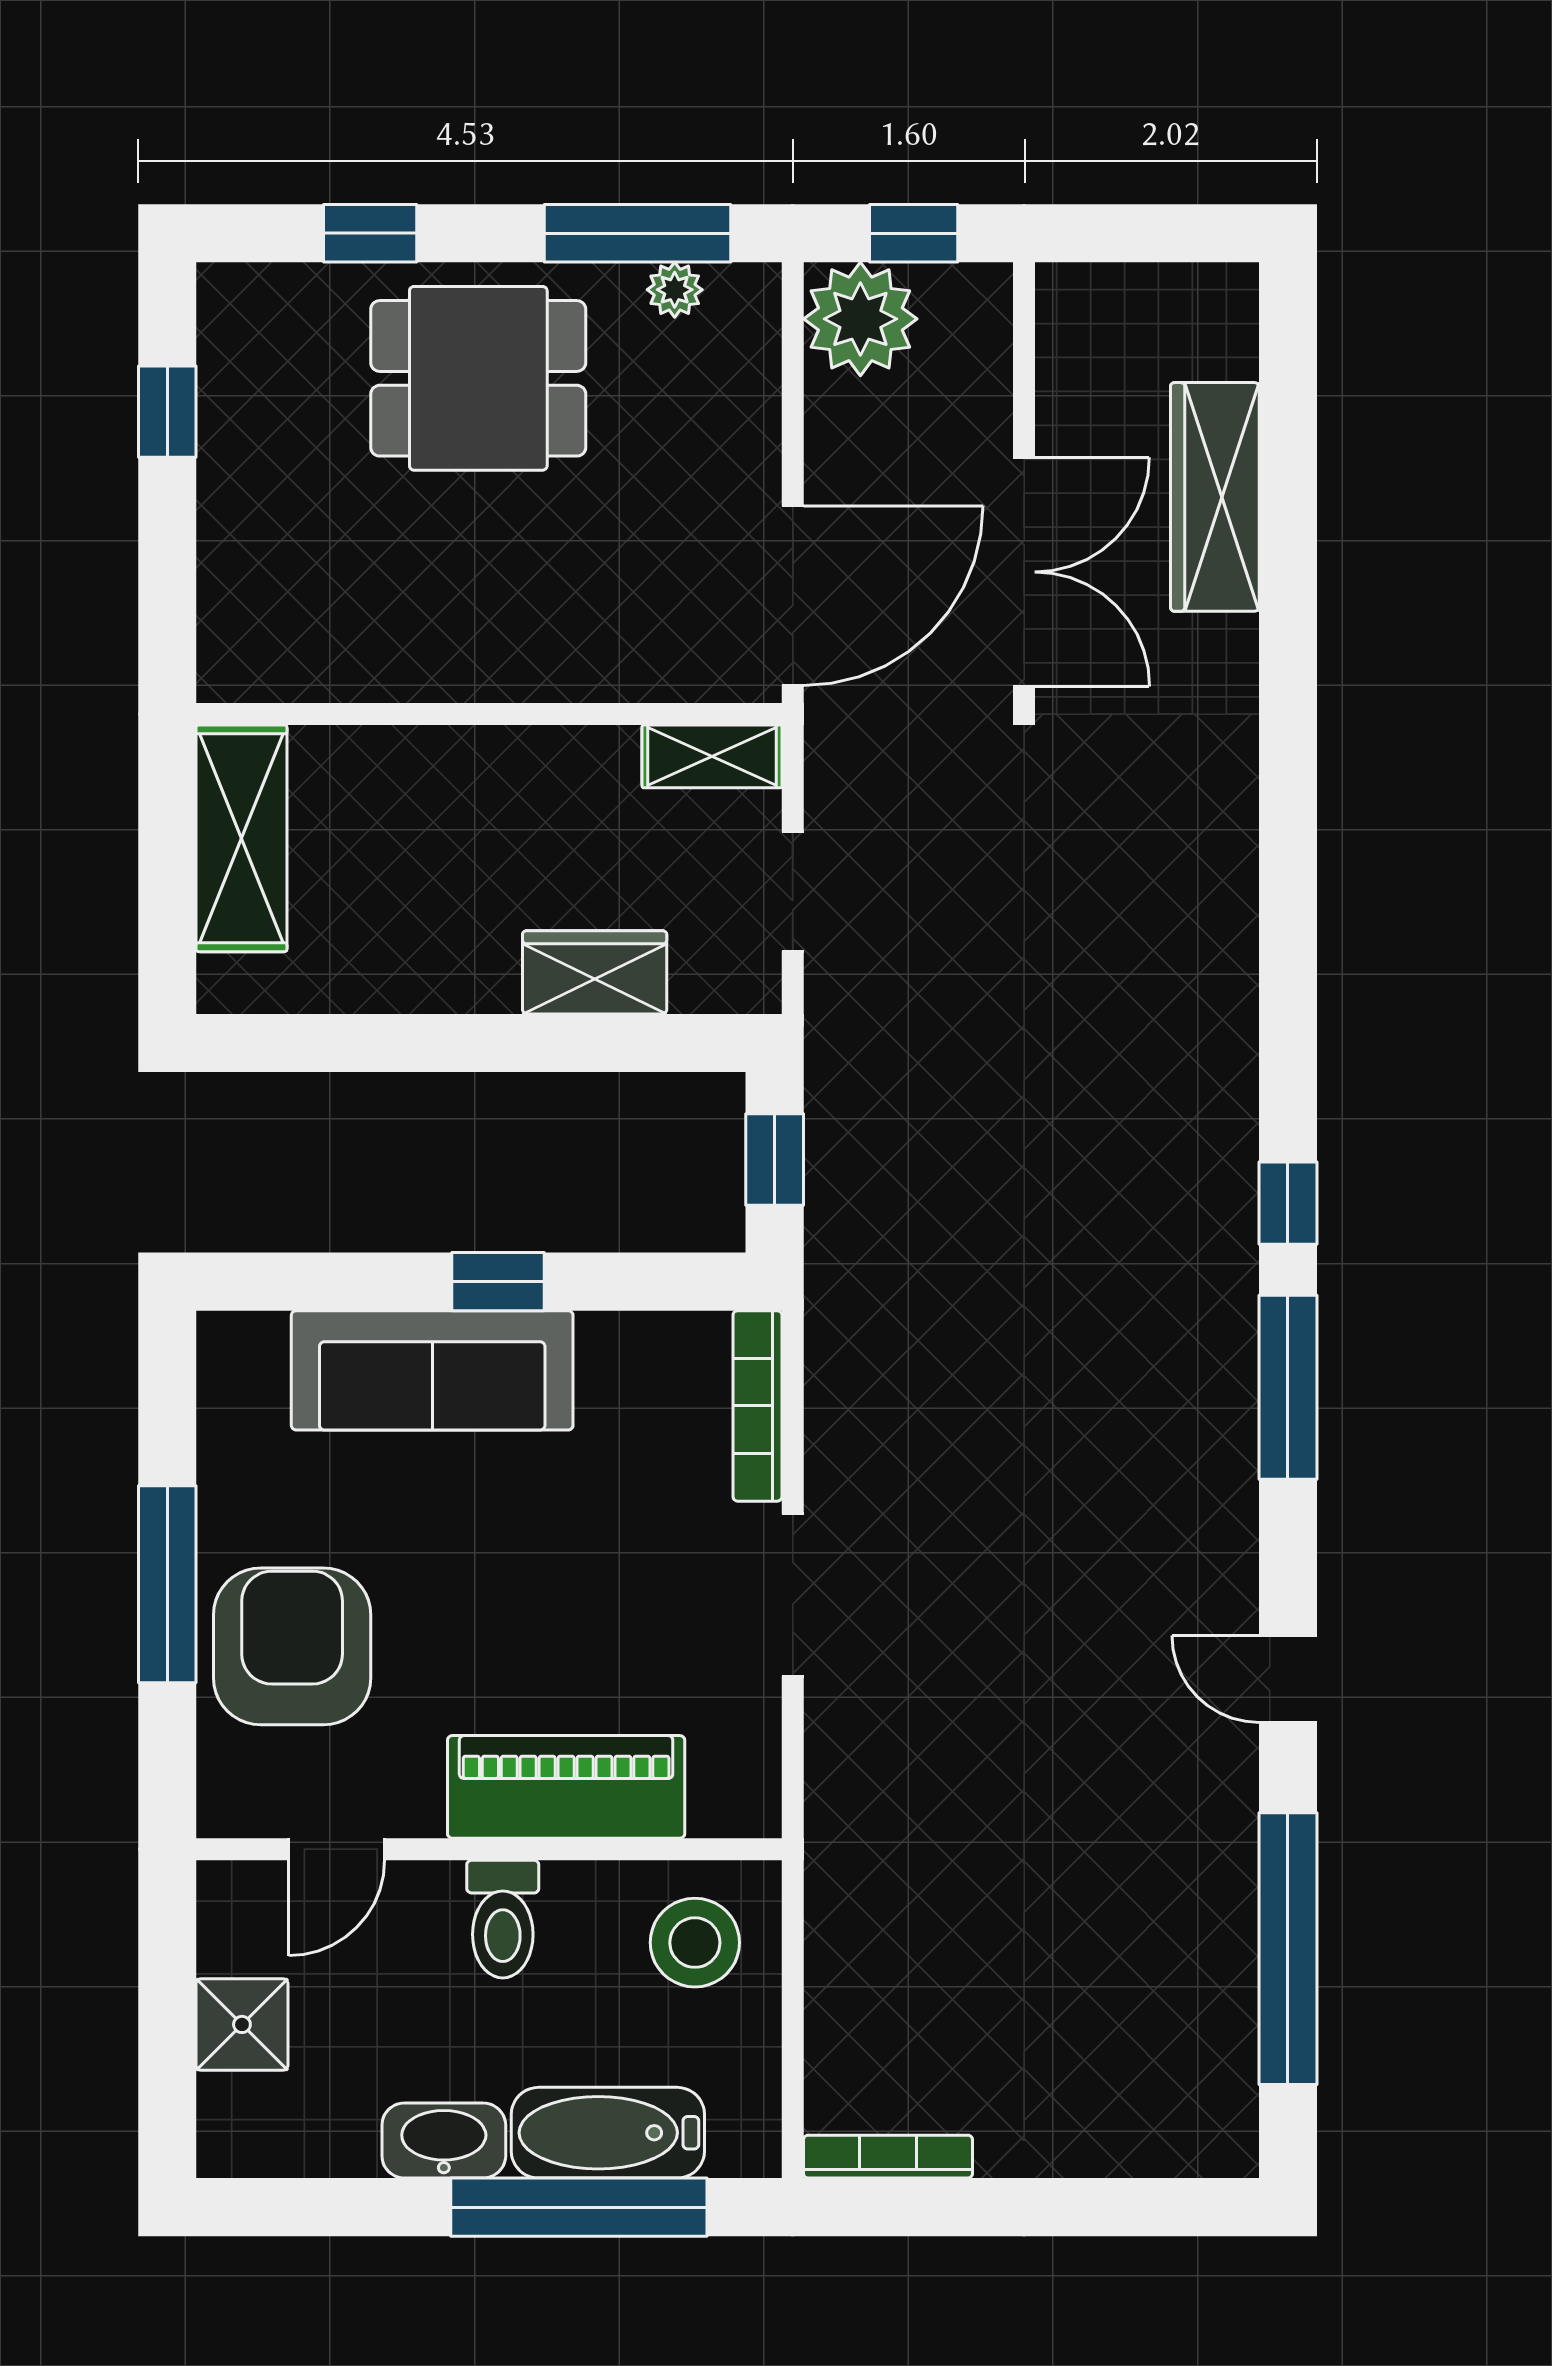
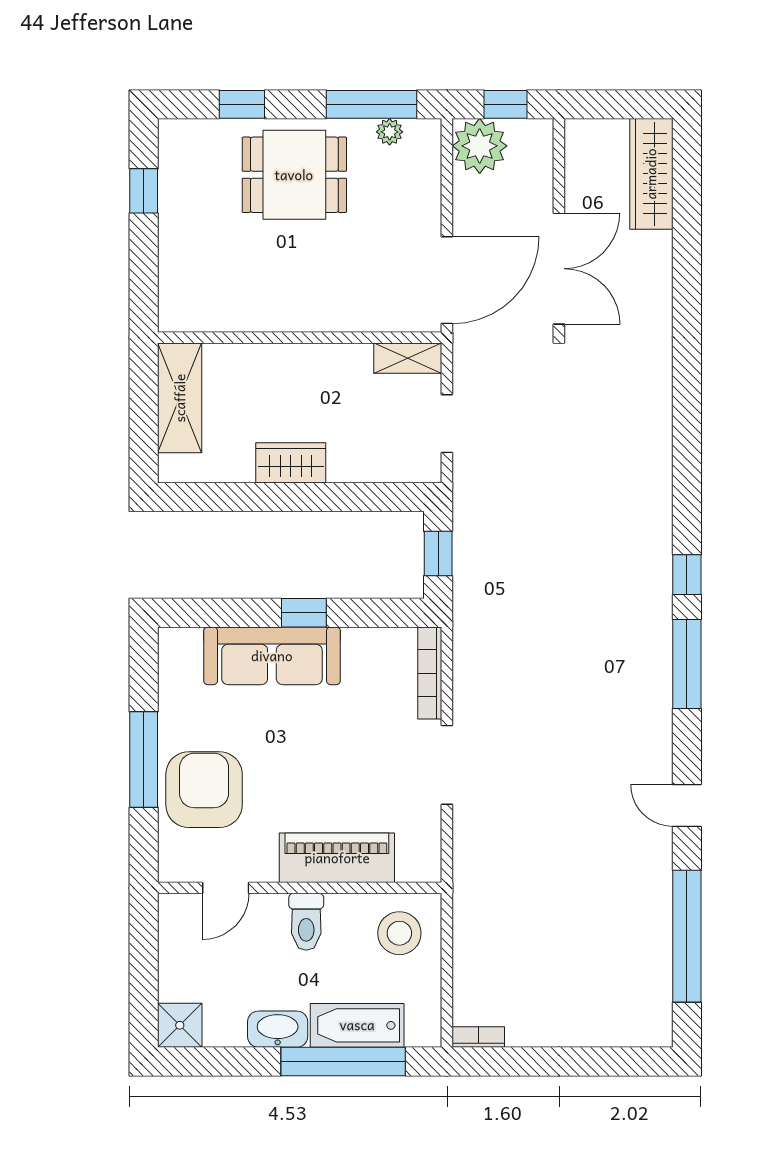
wardrobe: (1215, 497) -> (651, 174), moved
wardrobe: (595, 972) -> (291, 463), moved
shower: (242, 2024) -> (180, 1025), moved
bookcase: (888, 2157) -> (478, 1037), width x0.64

